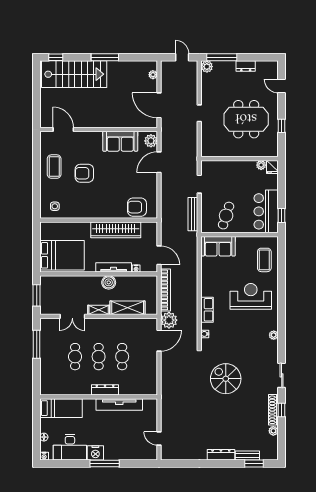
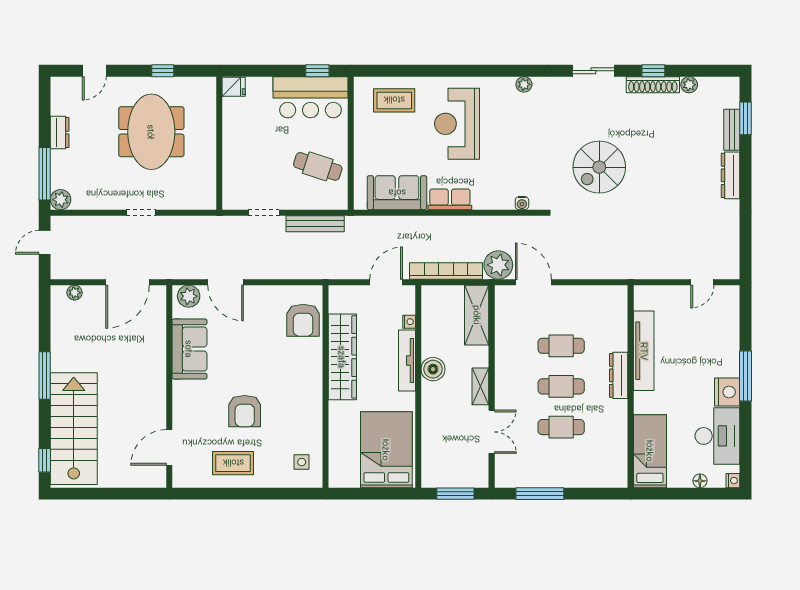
plant: (261, 165) -> (230, 106), removed
sofa: (218, 246) -> (397, 193), moved, turned -90
shelving: (128, 308) -> (477, 315), moved
row of seats: (207, 310) -> (450, 199), moved

